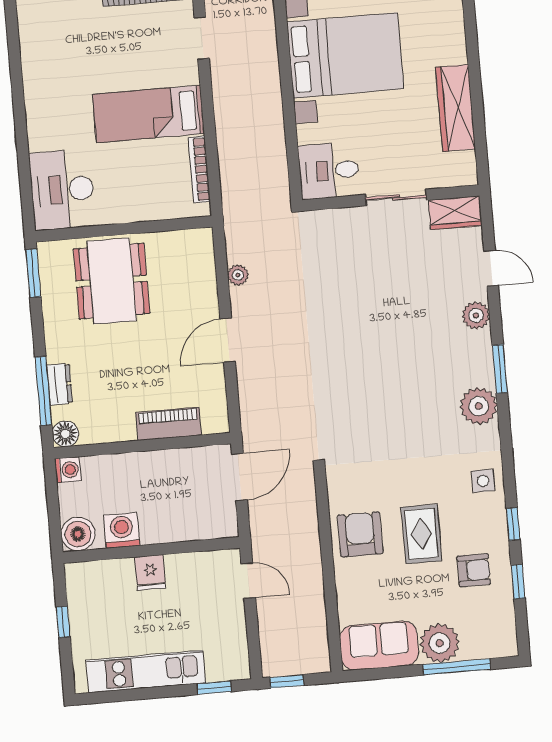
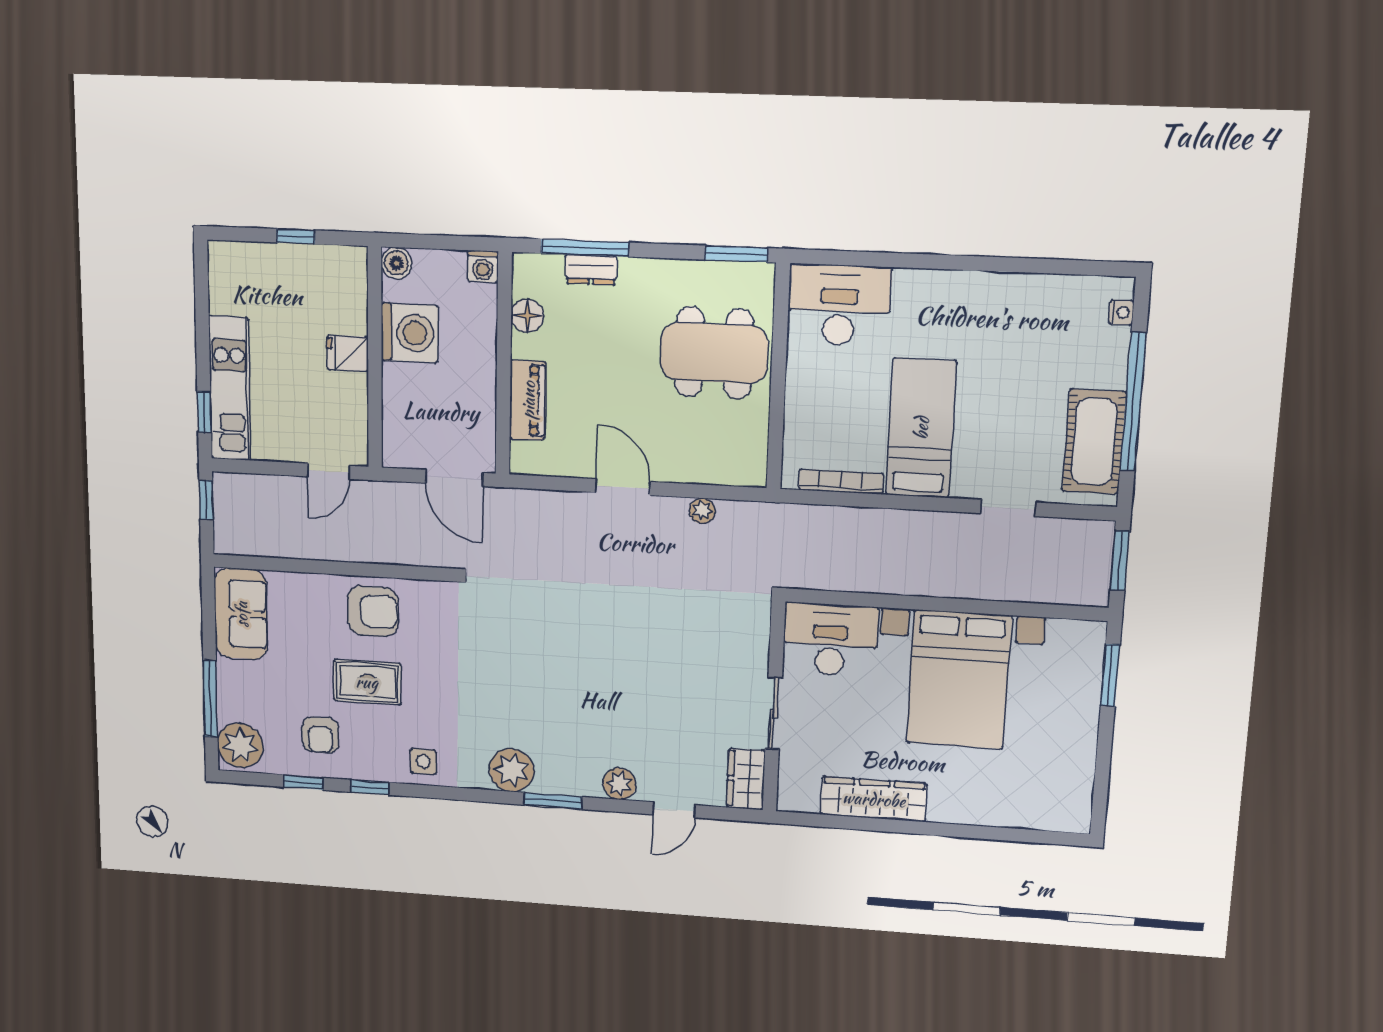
desk: (329, 171) -> (830, 640), width x1.37
floor lamp: (65, 434) -> (527, 316), moved
washing machine: (122, 530) -> (410, 333), width x1.37, depth x1.37
boiler: (78, 534) -> (397, 263), width x0.73, depth x0.73
plant: (440, 643) -> (240, 745), moved
kitchen unit: (146, 672) -> (230, 388), moved

